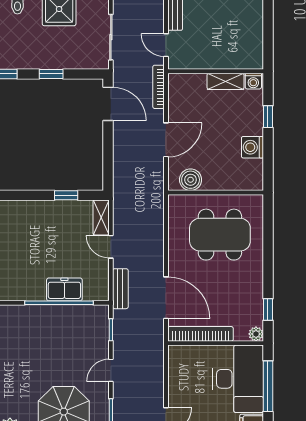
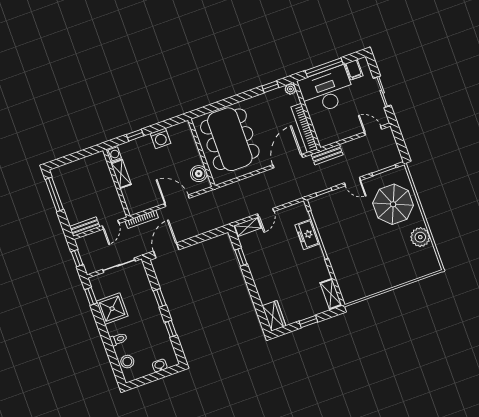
dining table: (220, 235) -> (230, 139), width x1.36, depth x1.24
bench: (120, 289) -> (327, 155), moved

